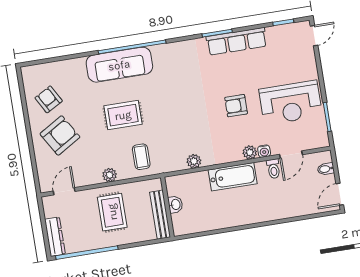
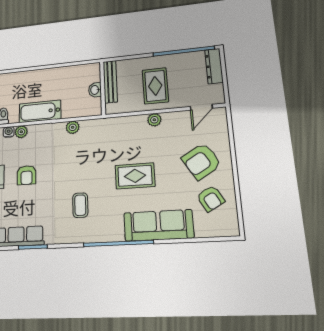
sofa: (119, 65) -> (158, 225), moved
armchair: (236, 106) -> (27, 175), turned 90
coffee table: (141, 157) -> (80, 205), moved

